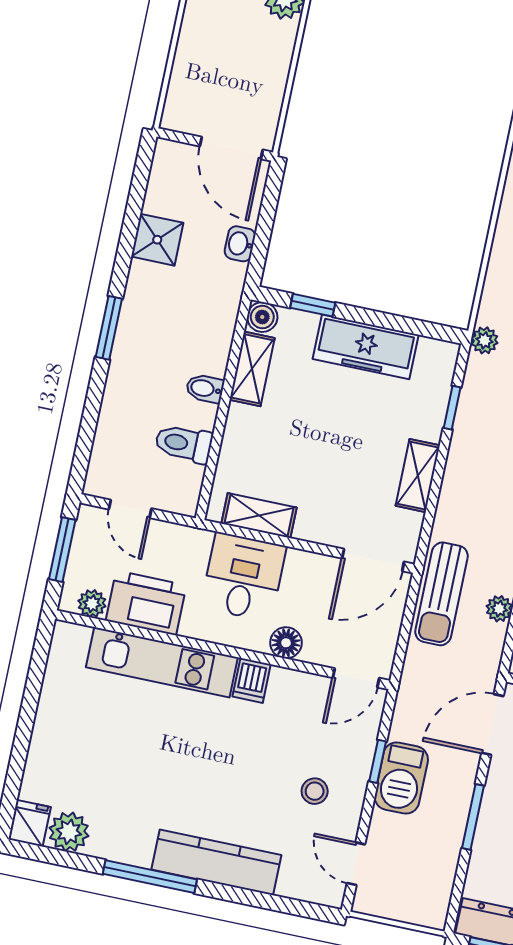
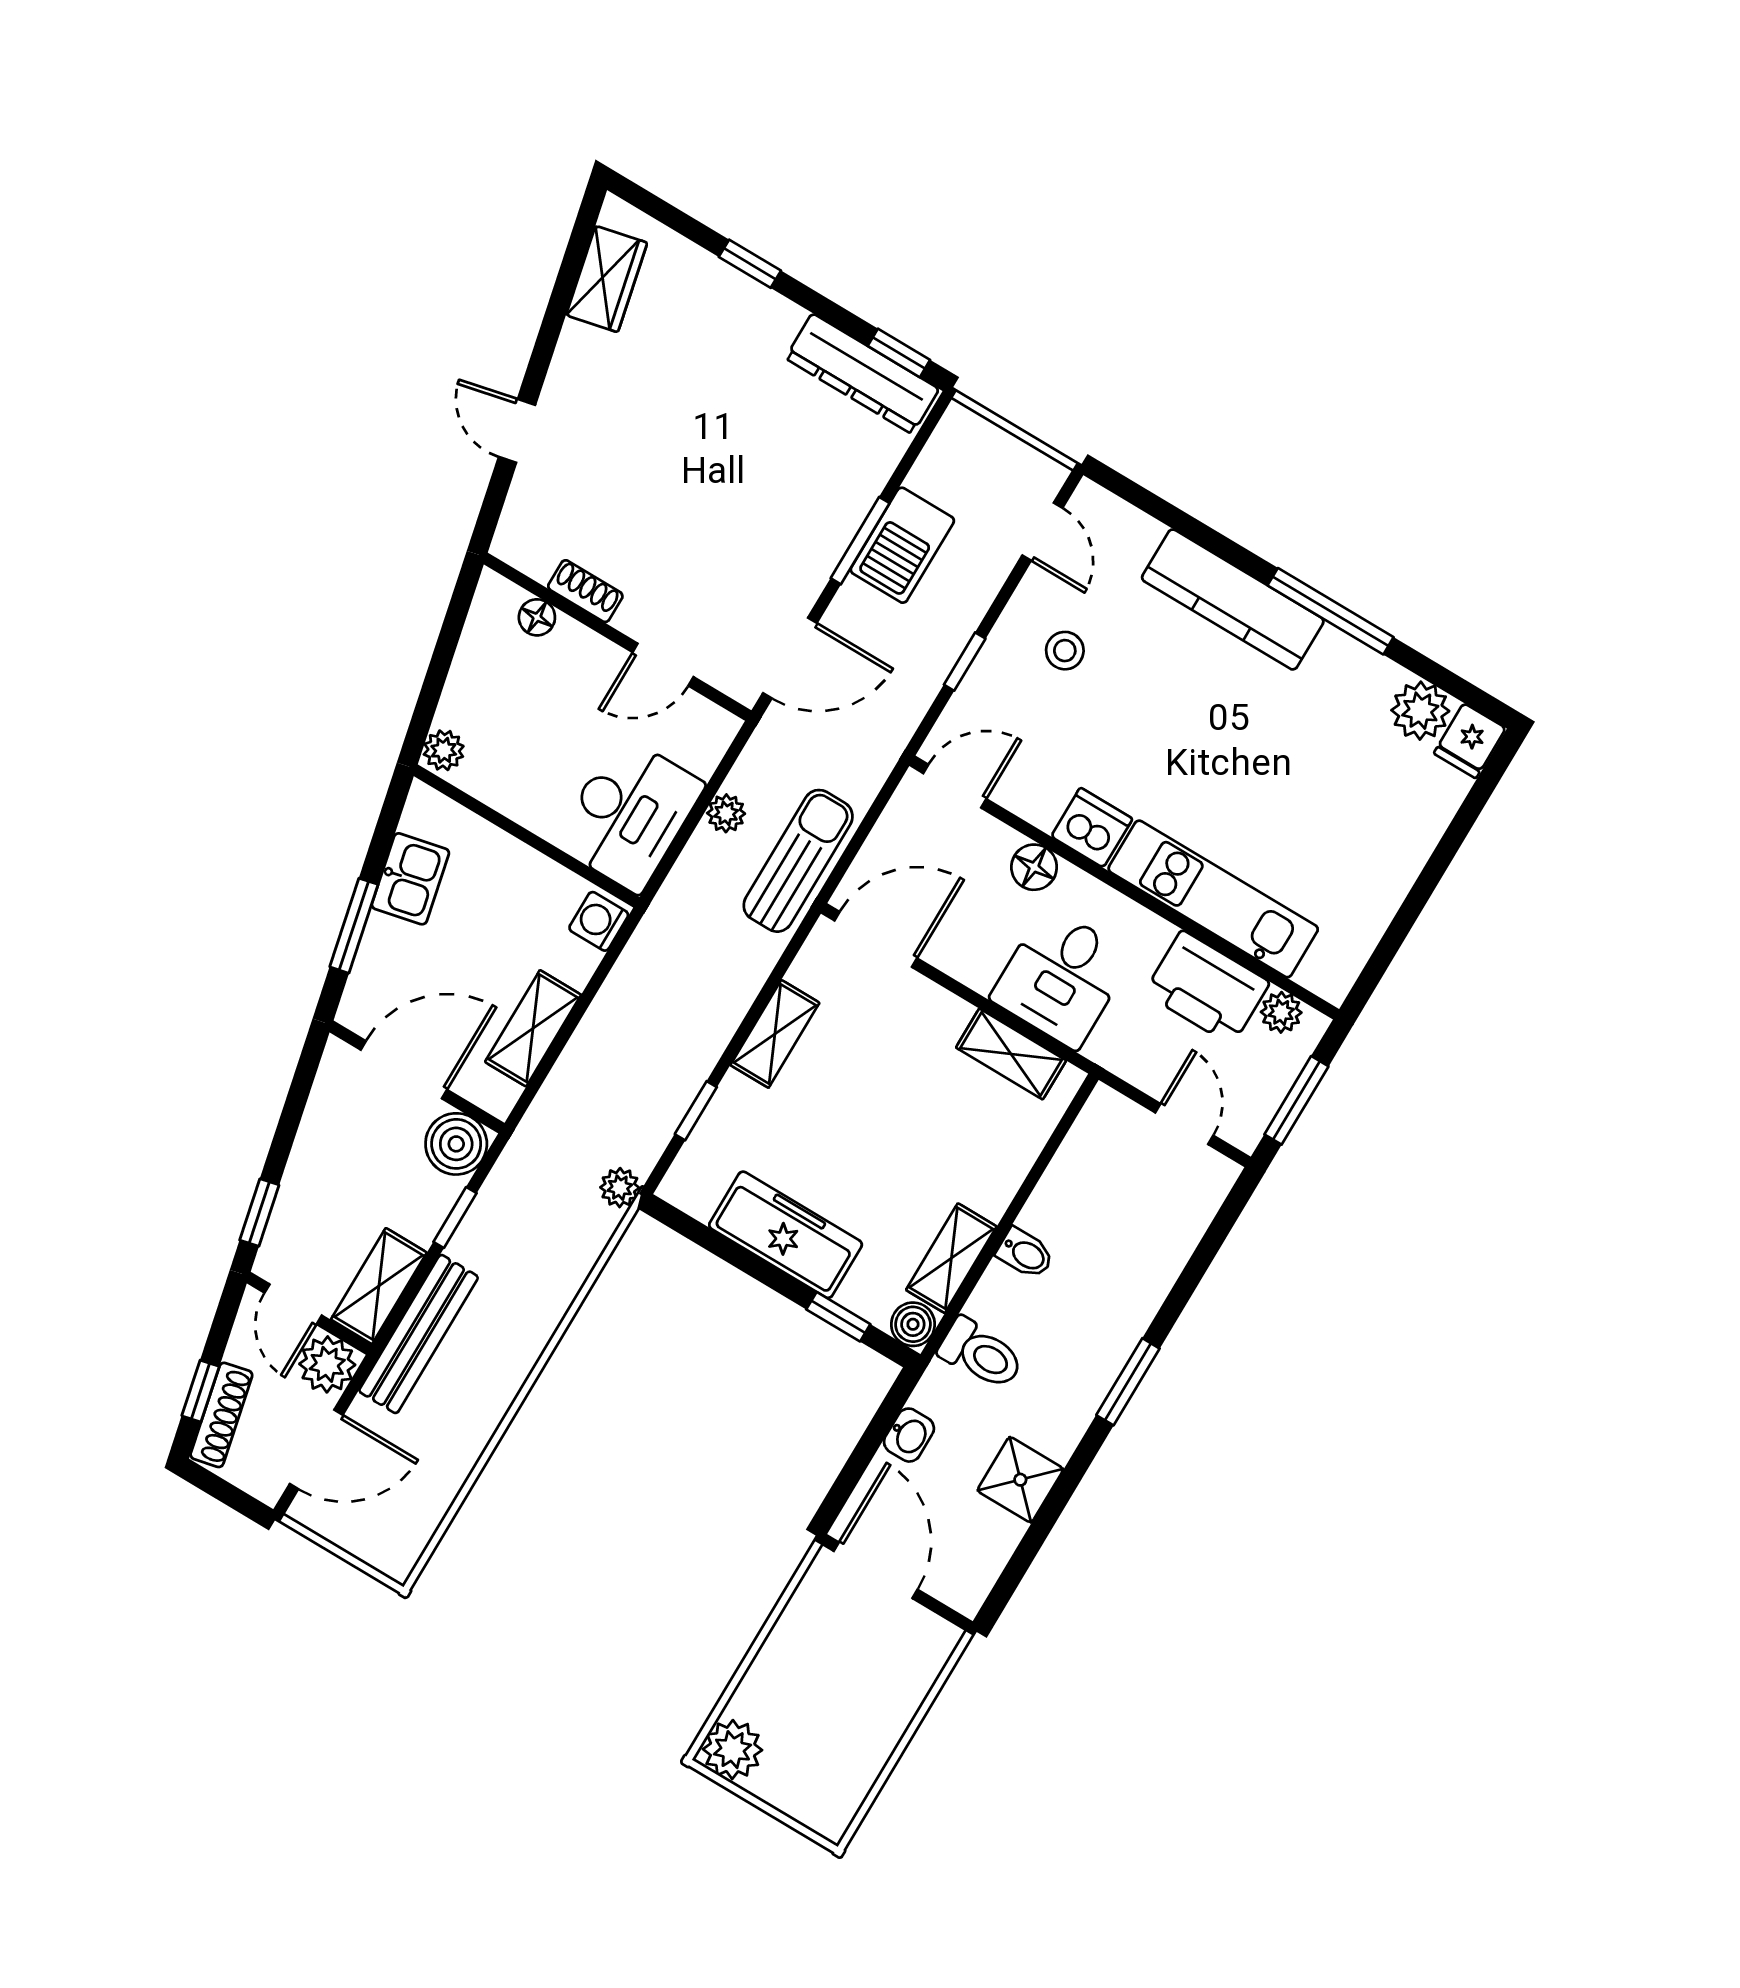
toilet: (184, 444) -> (981, 1354), moved
dishwasher: (252, 680) -> (1092, 828), width x1.38
barbecue: (401, 778) -> (902, 545), moved, turned 180

